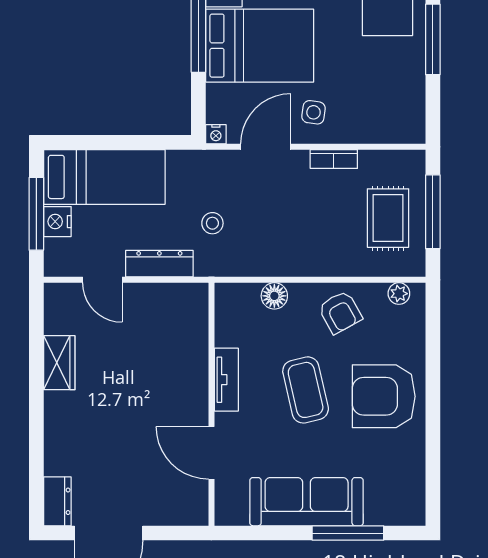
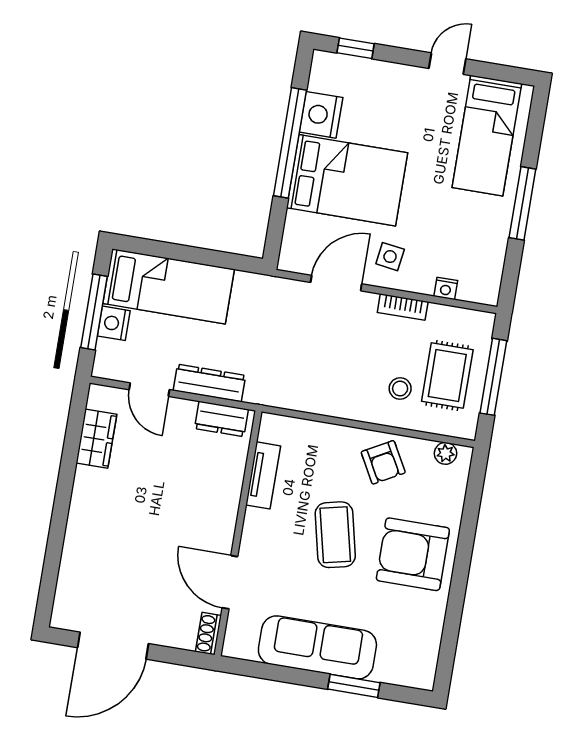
nightstand: (216, 134) -> (446, 288), moved
stool: (212, 223) -> (400, 389), moved
floor lamp: (274, 296) -> (320, 435), removed
wardrobe: (59, 363) -> (96, 439), moved
tv unit: (226, 380) -> (263, 475), moved
dresser: (57, 501) -> (221, 419), moved, turned 90
shoe rack: (199, 506) -> (208, 634), added
window: (348, 533) -> (354, 686), width x0.69

